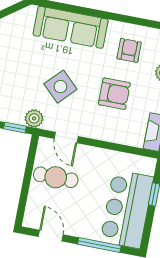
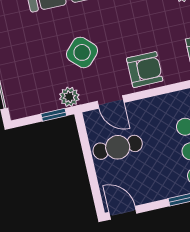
armchair: (114, 94) -> (145, 70), moved
door: (51, 236) -> (123, 213), moved

